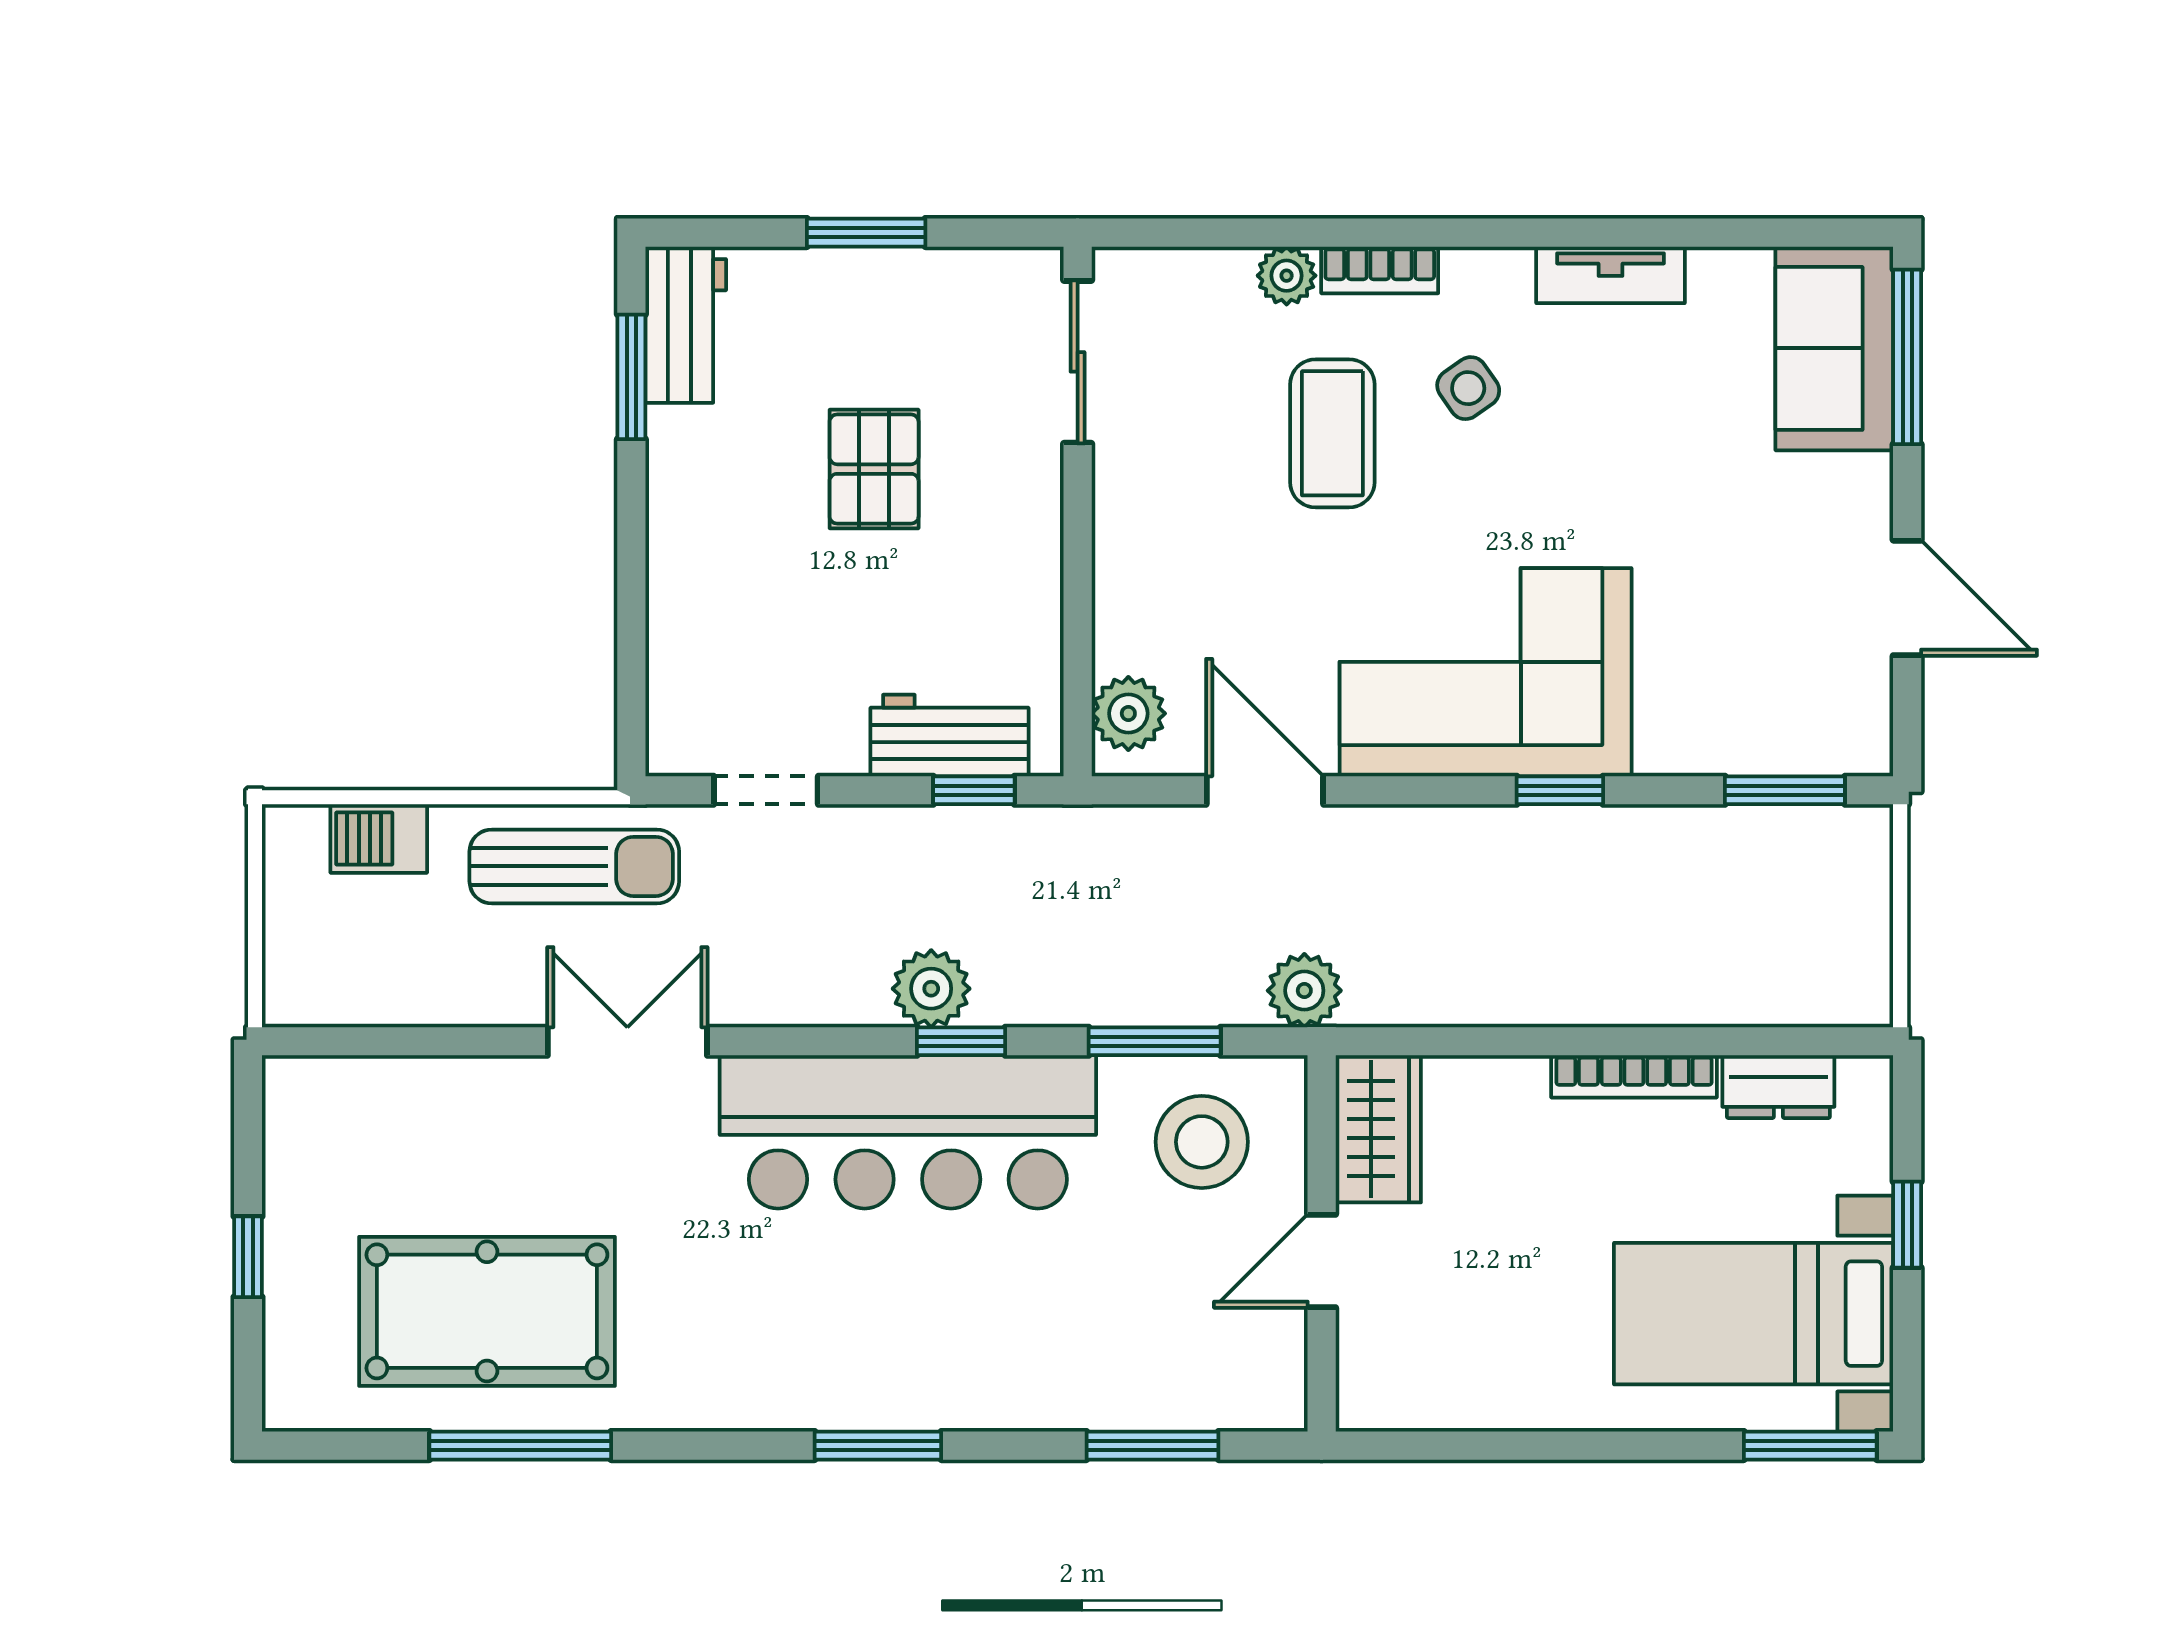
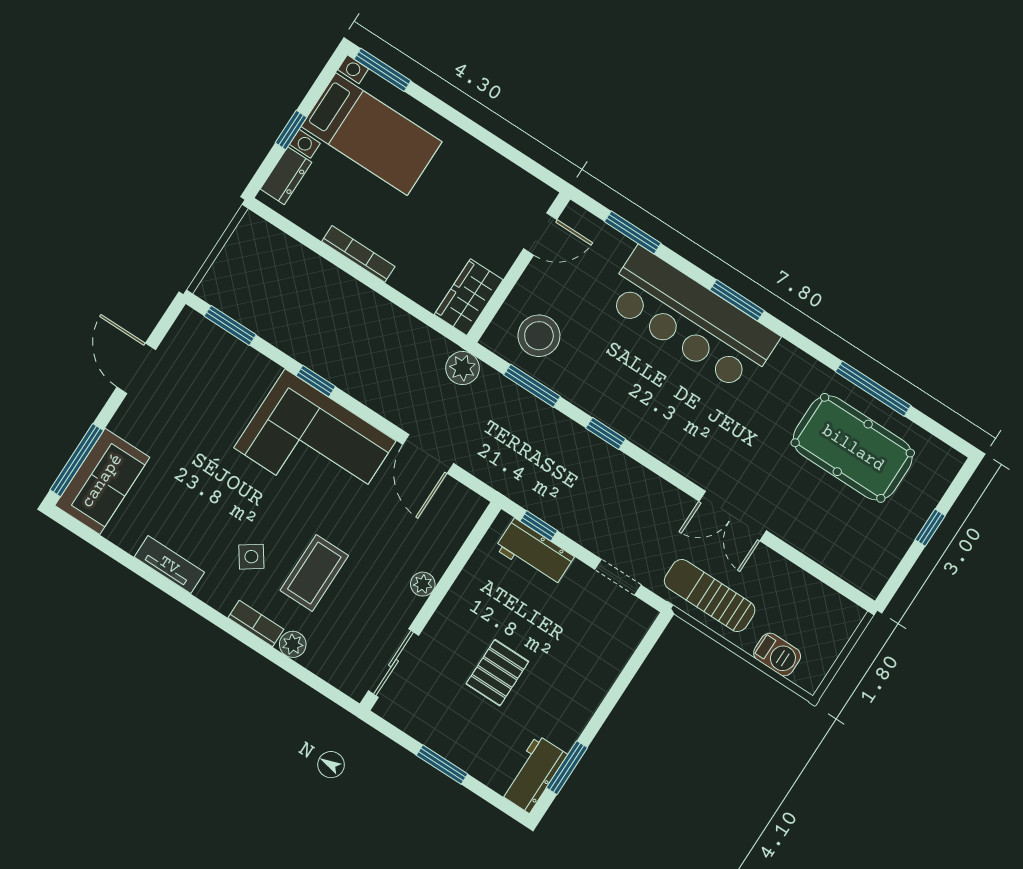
plant: (1128, 713) -> (423, 584), moved, width x0.73, depth x0.73
plant: (931, 989) -> (604, 461), removed
dresser: (1778, 1087) -> (286, 176), moved, turned 90
bar counter: (908, 1132) -> (691, 319), moved, turned 180
door: (1322, 1261) -> (540, 234), moved

